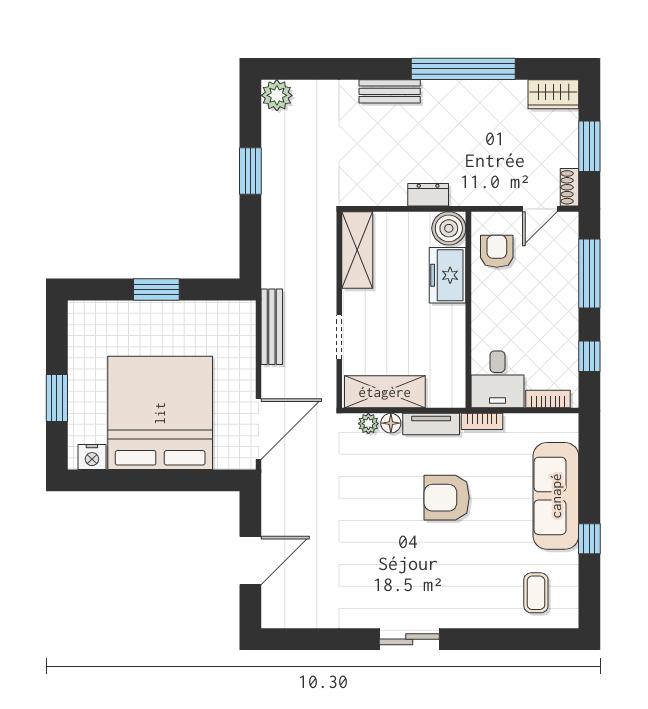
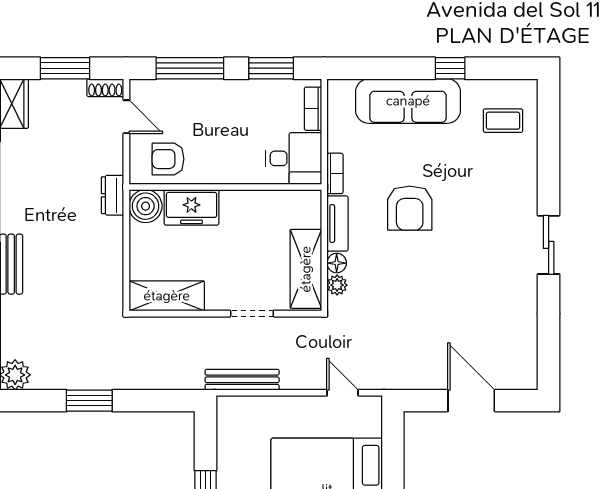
dresser: (428, 195) -> (113, 195), moved
window: (589, 356) -> (271, 68), width x1.50
door: (259, 429) -> (343, 393), width x0.53

